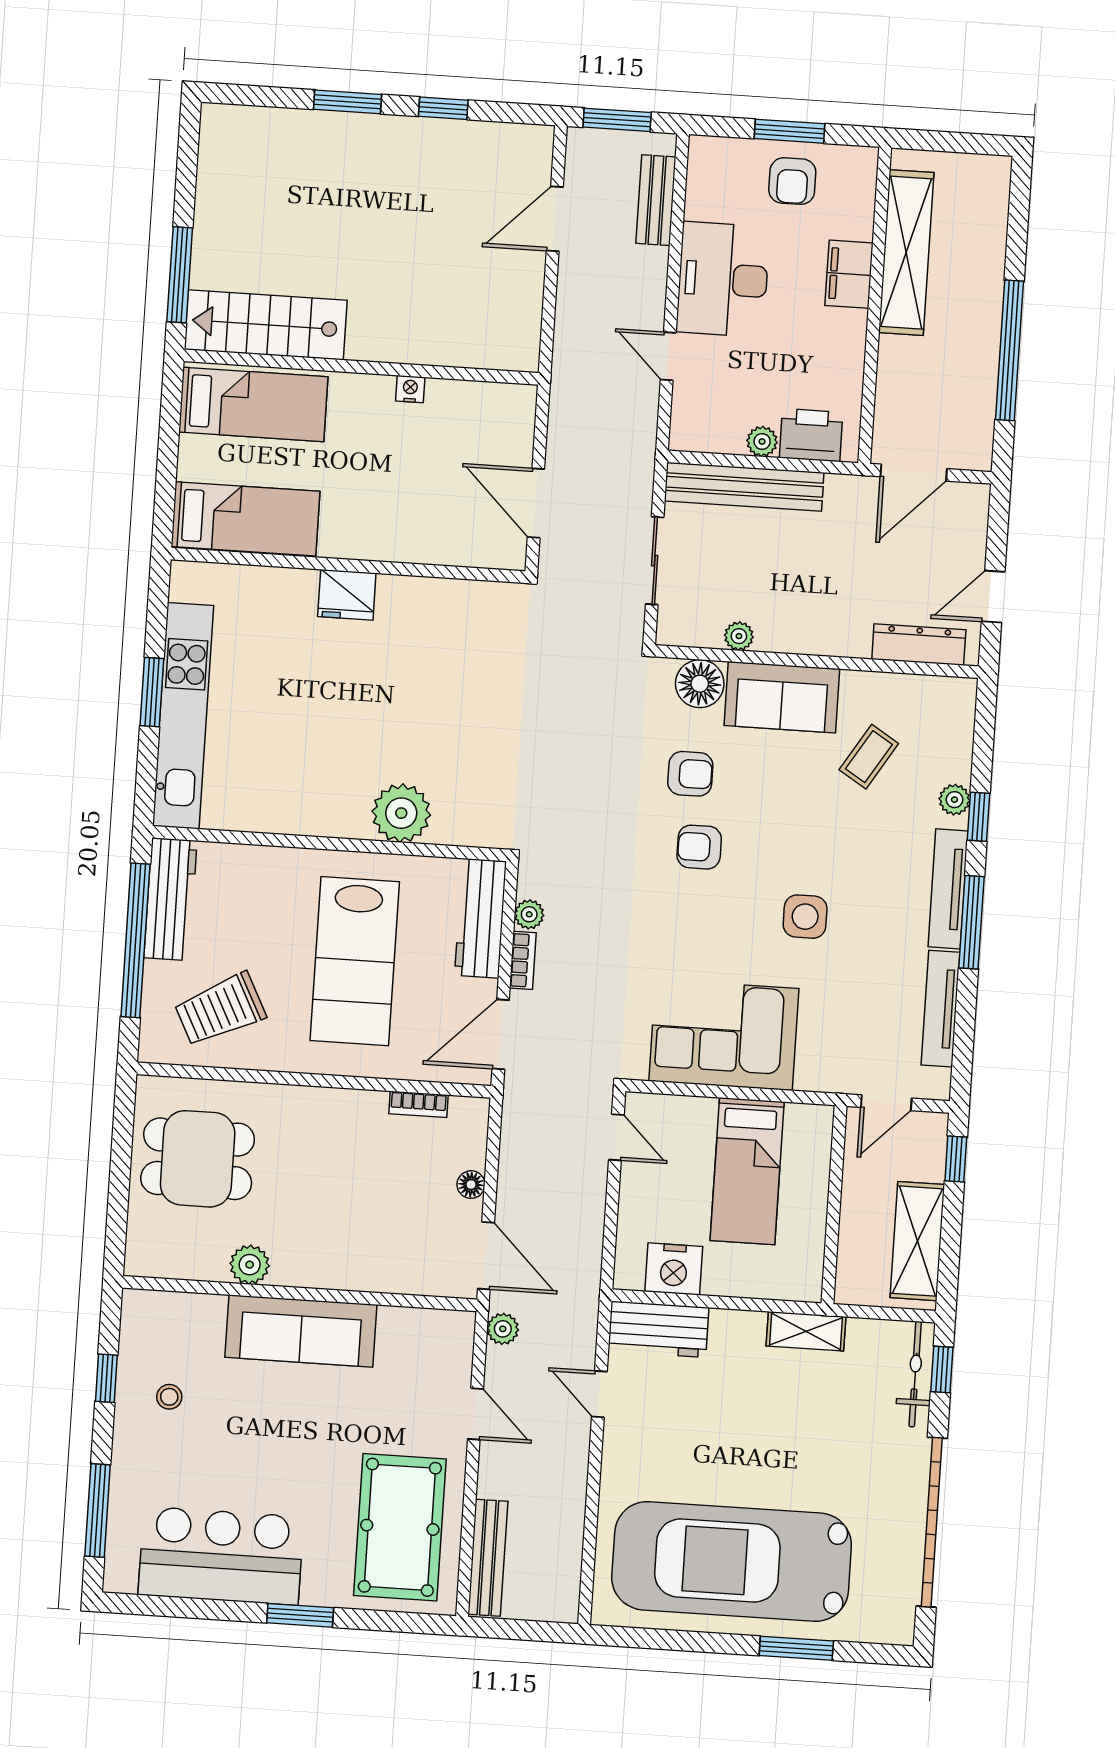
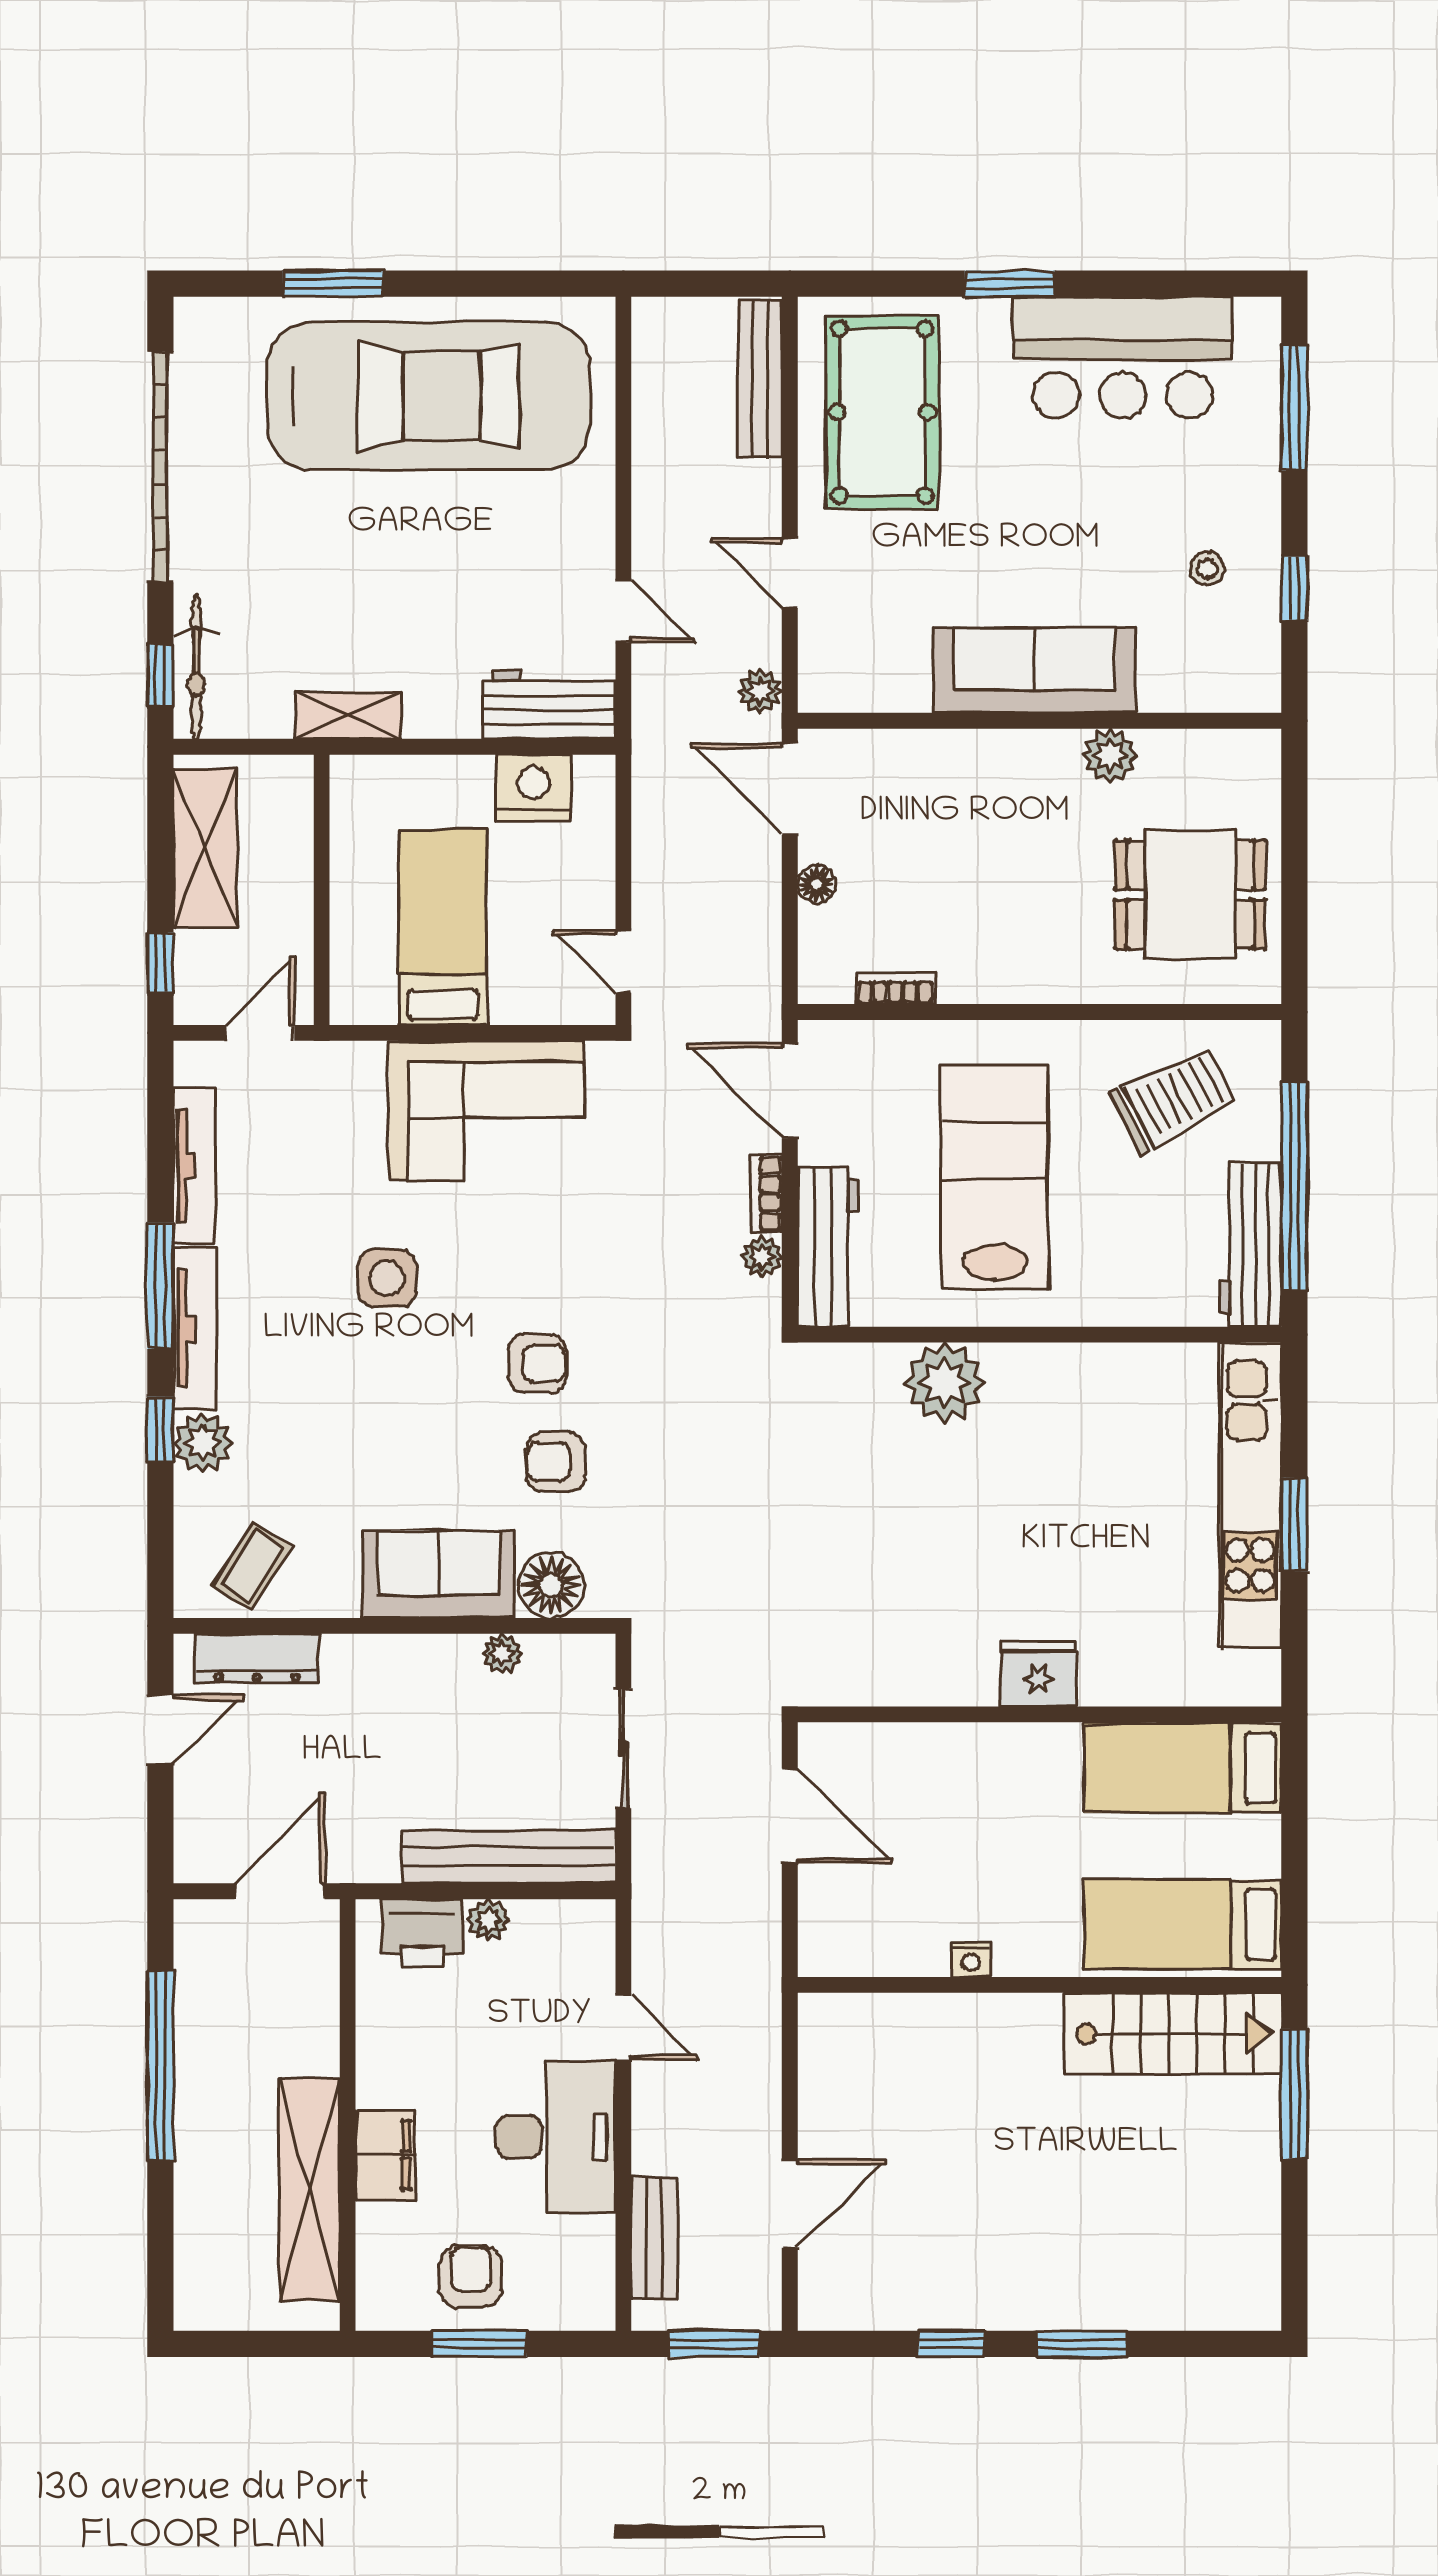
coffee table: (869, 757) -> (252, 1566), moved
plant: (955, 800) -> (202, 1443), width x1.38, depth x1.38
door: (501, 1034) -> (790, 1091), swing flipped

